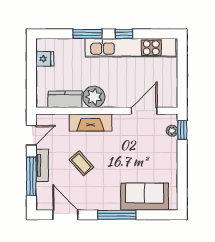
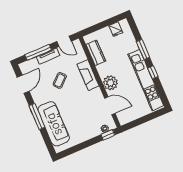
plant: (94, 97) -> (110, 83), moved
sofa: (145, 197) -> (54, 124), width x1.36

